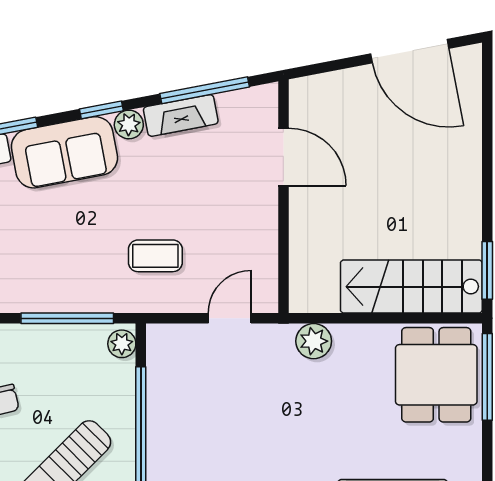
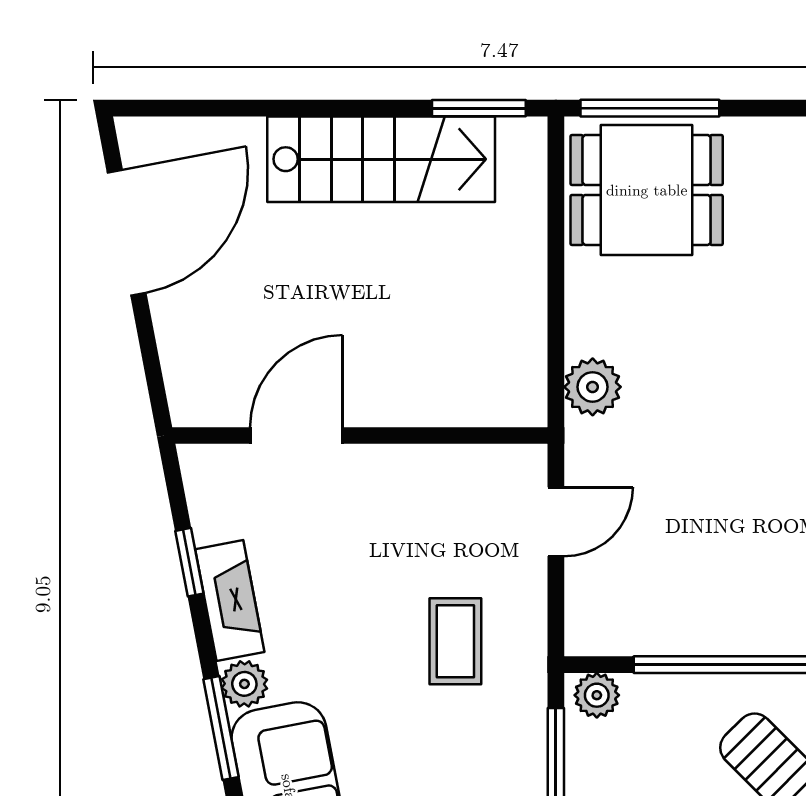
window: (205, 90) -> (189, 562), width x0.46
window: (101, 110) -> (221, 728), width x1.50
stairs: (411, 287) -> (381, 159), moved, turned -90
door: (230, 318) -> (556, 522), swing flipped

